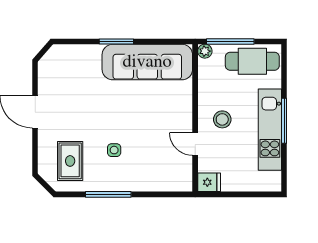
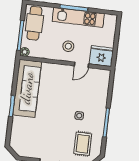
rug: (70, 161) -> (83, 144), turned 90
fridge: (209, 182) -> (101, 56), width x1.88, depth x1.34

